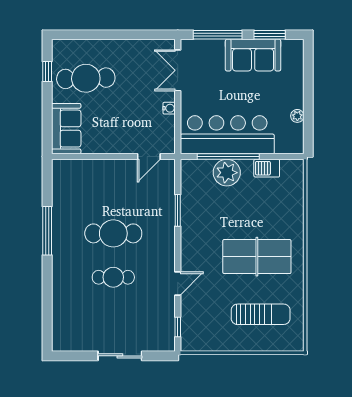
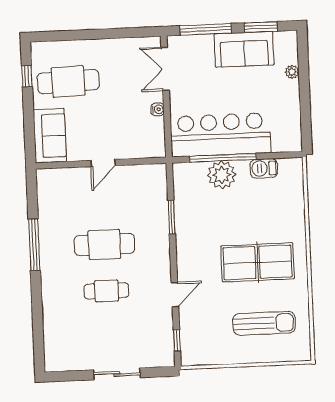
plant: (297, 116) -> (292, 72), moved
door: (149, 157) -> (103, 163), moved

